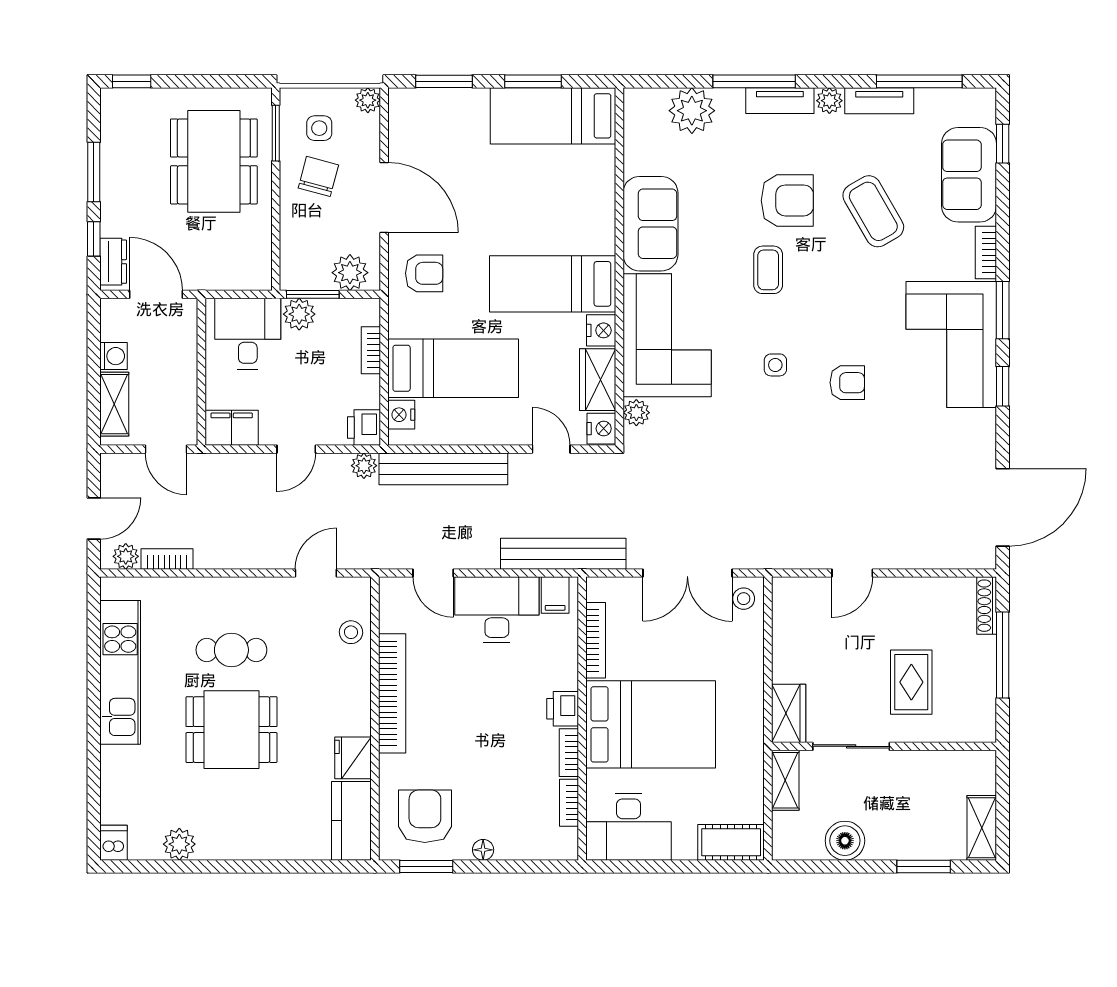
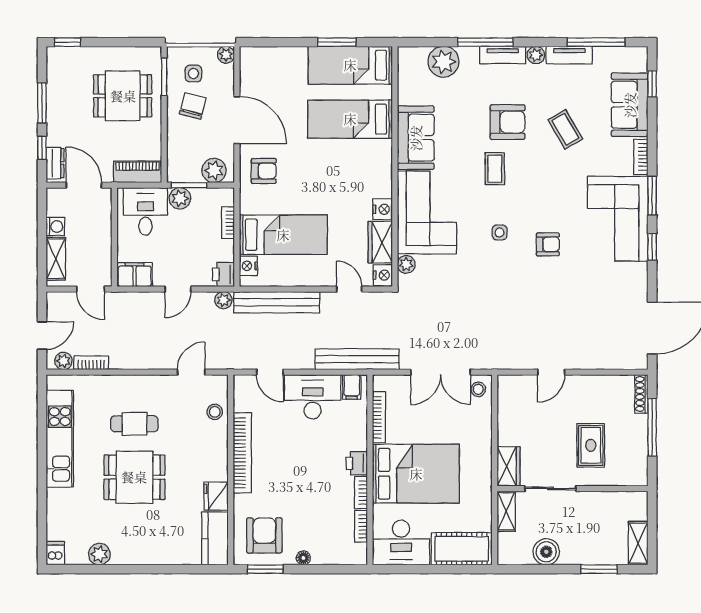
window: (444, 81) -> (277, 42), removed
dining table: (214, 161) -> (123, 96), width x0.73
coffee table: (873, 211) -> (565, 129), width x0.73, depth x0.77
piano: (236, 275) -> (138, 172), added
bed: (553, 284) -> (350, 119), moved
cot: (731, 842) -> (462, 549), width x1.37, depth x1.34

